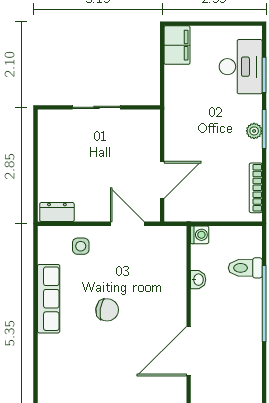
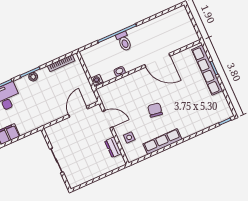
door: (162, 180) -> (78, 112), hinge flipped
dresser: (57, 212) -> (113, 147), moved
door: (127, 224) -> (108, 119), swing flipped
toilet: (245, 268) -> (124, 41), moved

